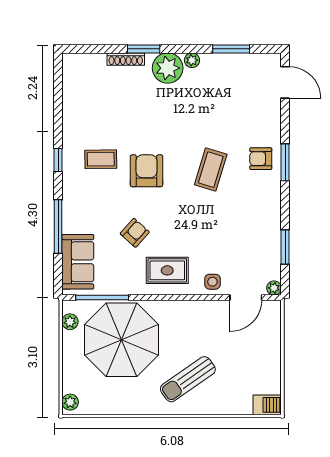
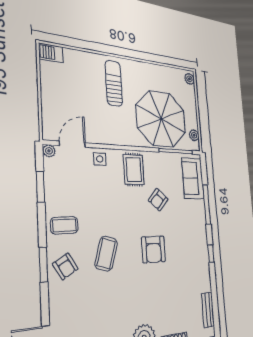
bench: (70, 88) -> (208, 310), added
coffee table: (101, 159) -> (64, 225), moved
armchair: (261, 159) -> (65, 266), turned 60
rug: (167, 270) -> (134, 170), turned 90
sun lounger: (188, 379) -> (114, 83), turned -55

